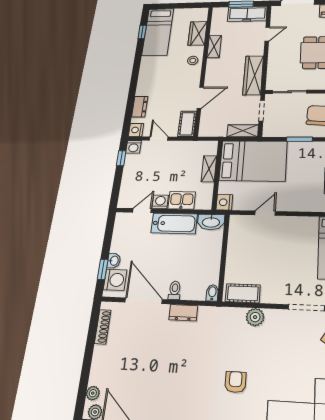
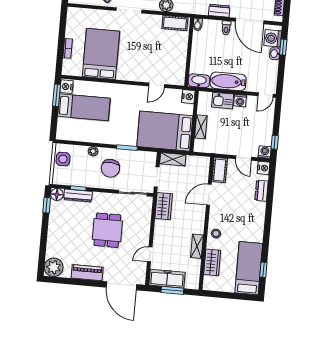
wardrobe: (253, 75) -> (164, 206), width x0.67
door: (142, 211) -> (266, 95), moved

